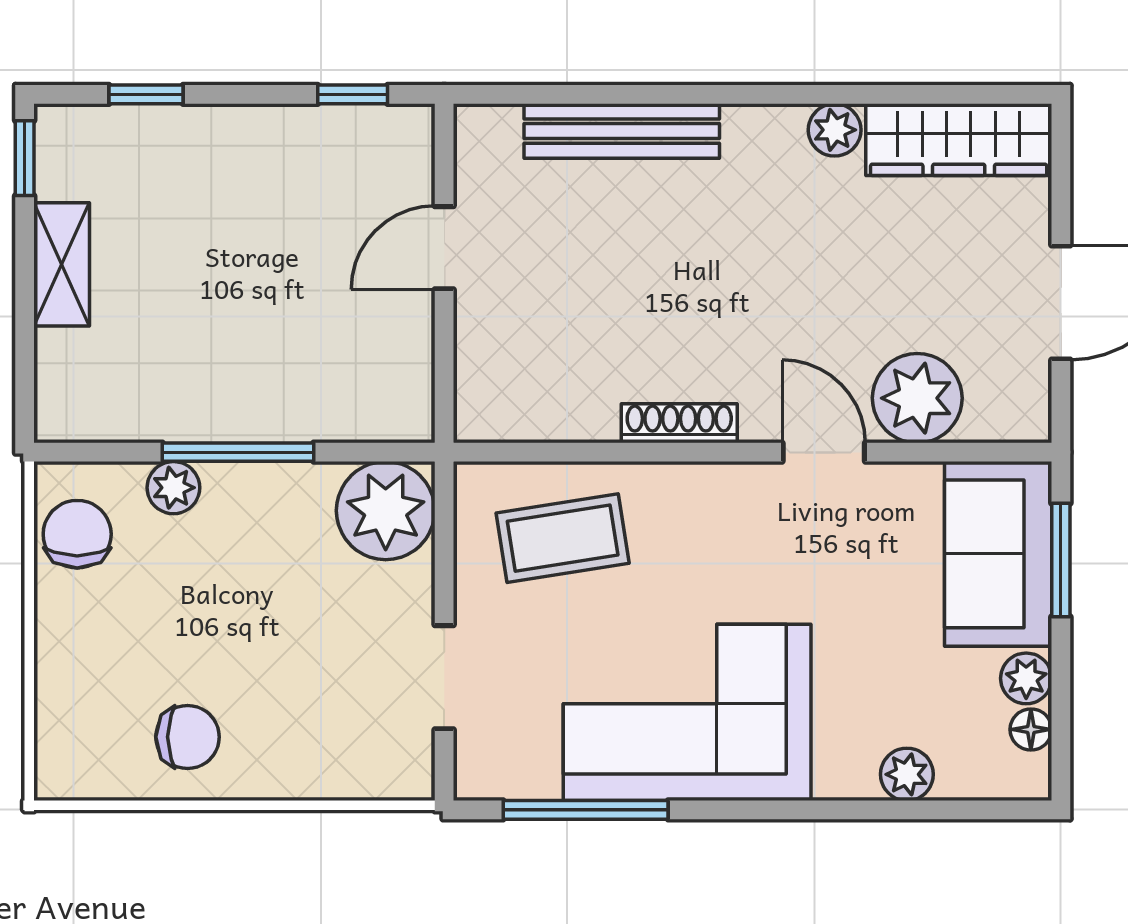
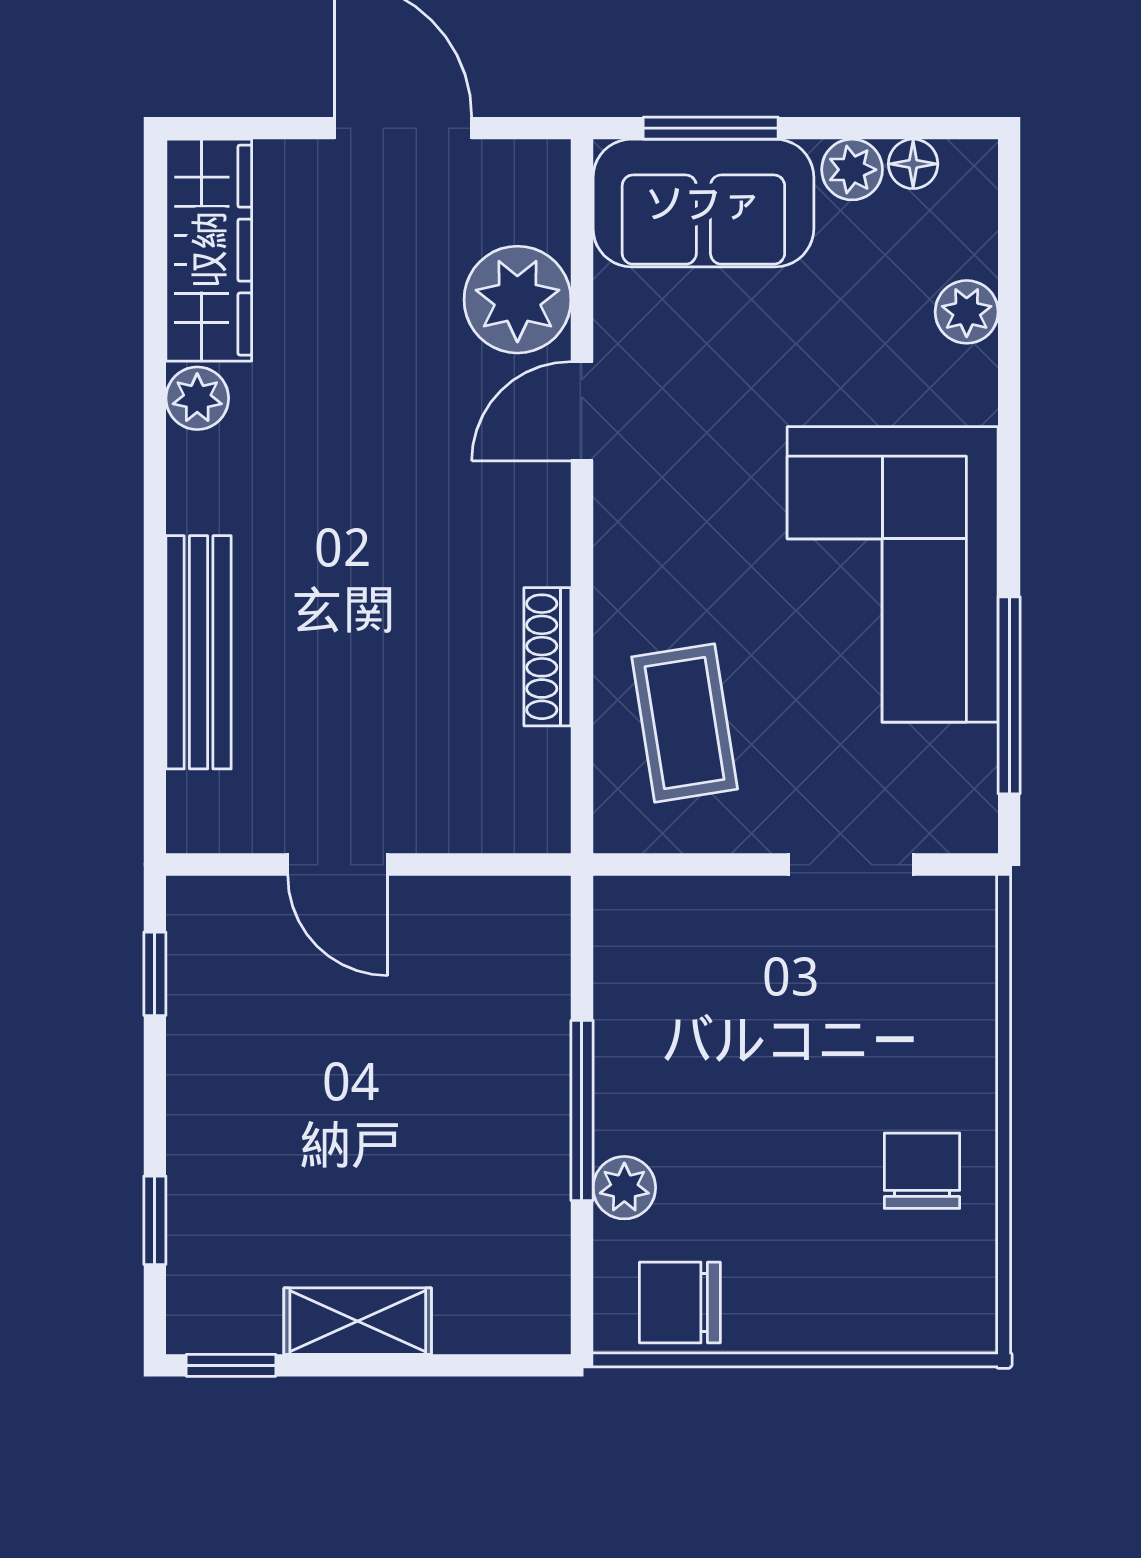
shoe rack: (679, 423) -> (547, 657), moved
plant: (386, 511) -> (652, 934), removed

